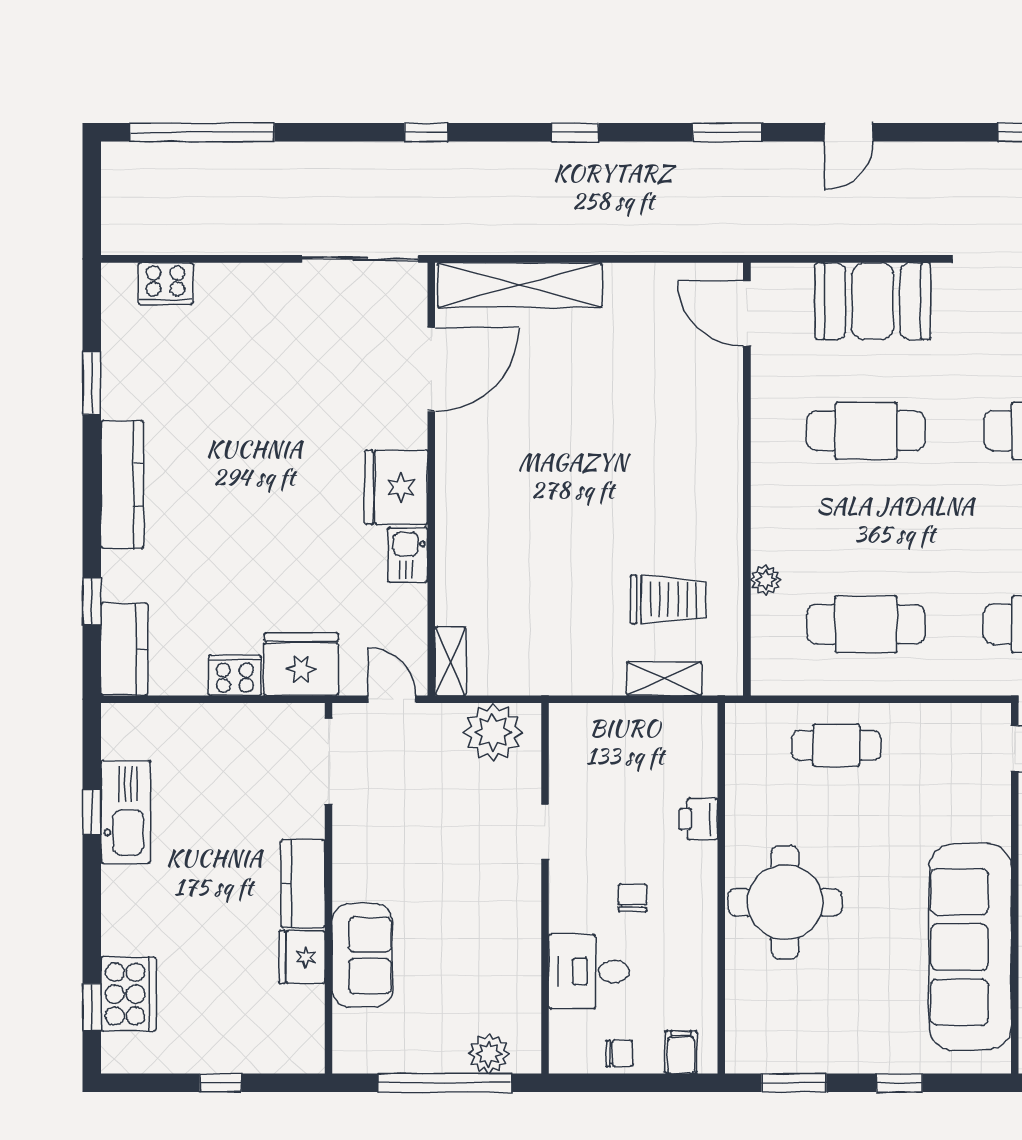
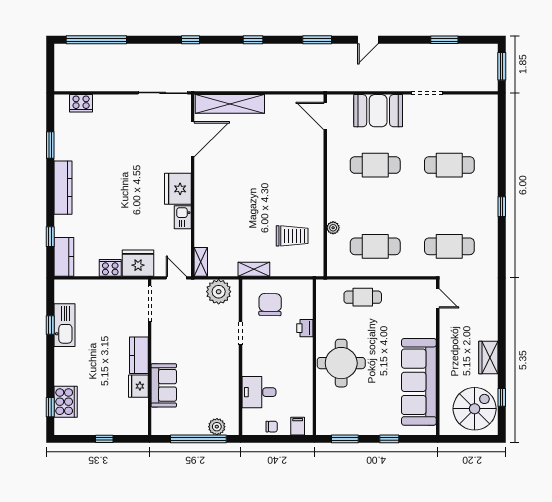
shelving: (664, 679) -> (254, 269), moved
chair: (633, 898) -> (270, 305), moved, width x1.87, depth x1.87

